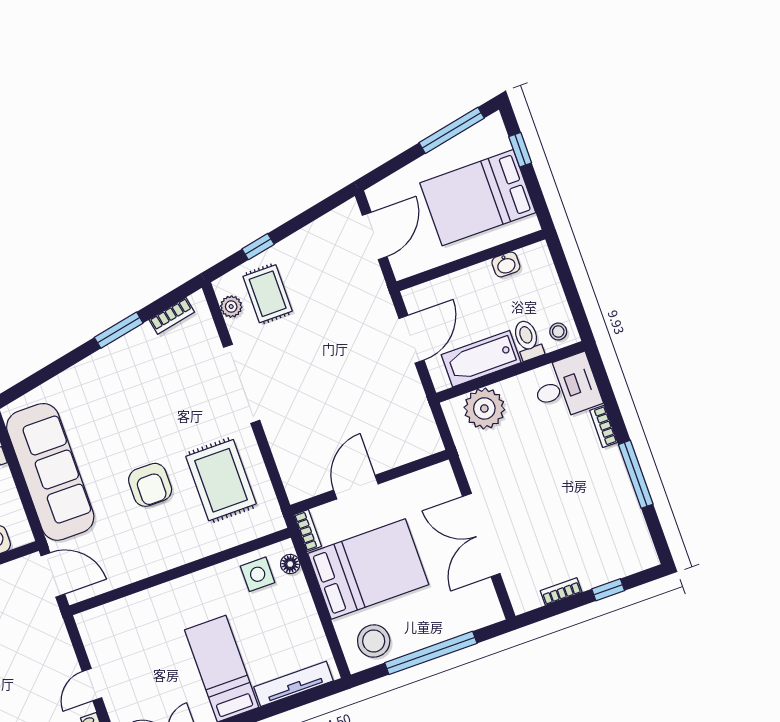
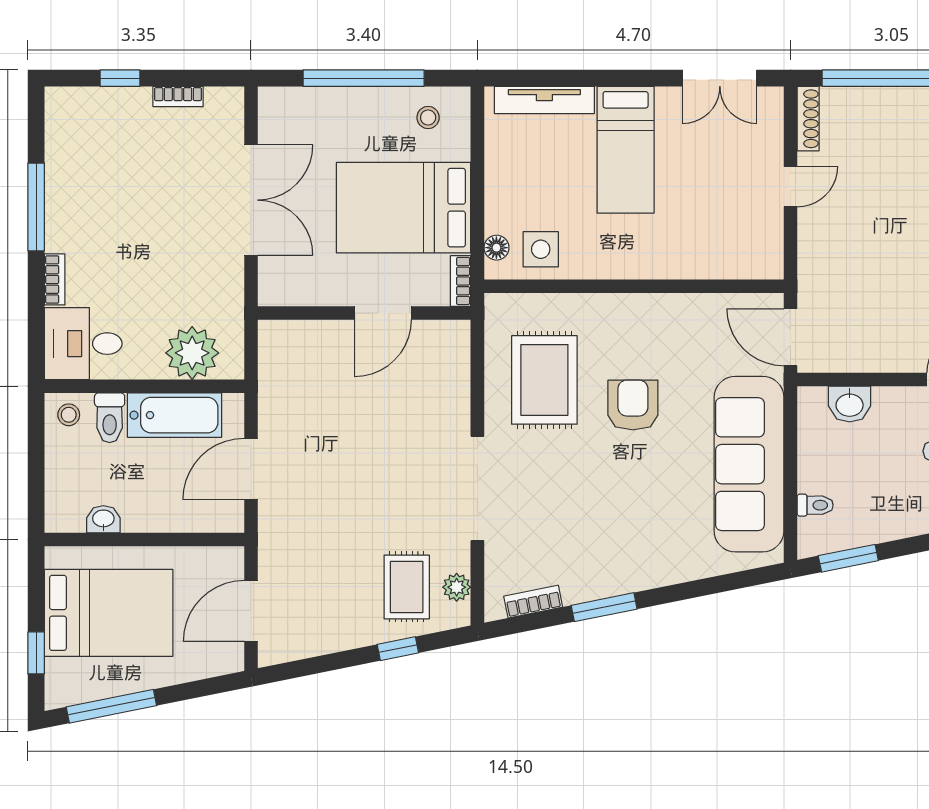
stool: (374, 641) -> (428, 118), width x0.53, depth x0.53

